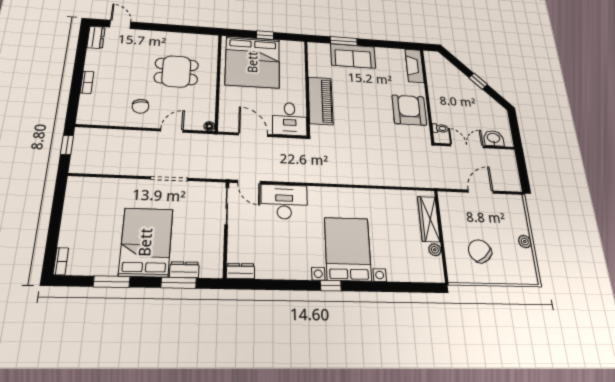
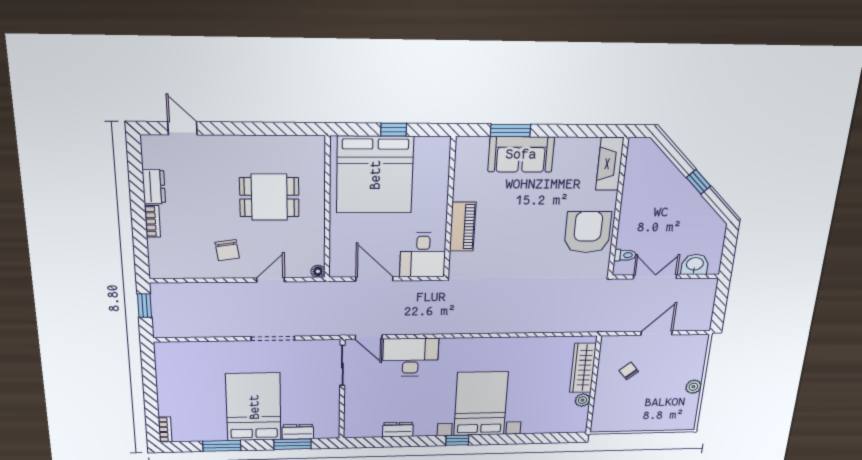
dresser: (96, 37) -> (154, 187), moved
piano: (320, 101) -> (463, 227), width x0.73, depth x0.75
chair: (480, 251) -> (629, 371), moved, width x0.54, depth x0.54
dresser: (240, 271) -> (398, 430), moved

